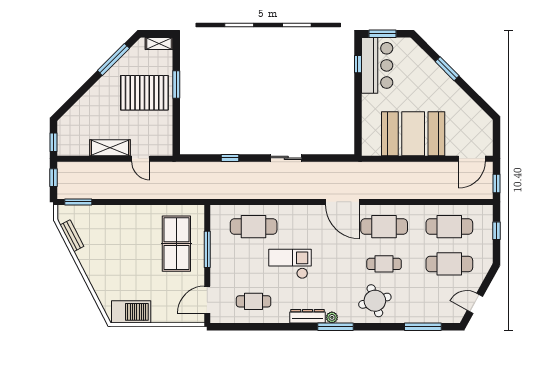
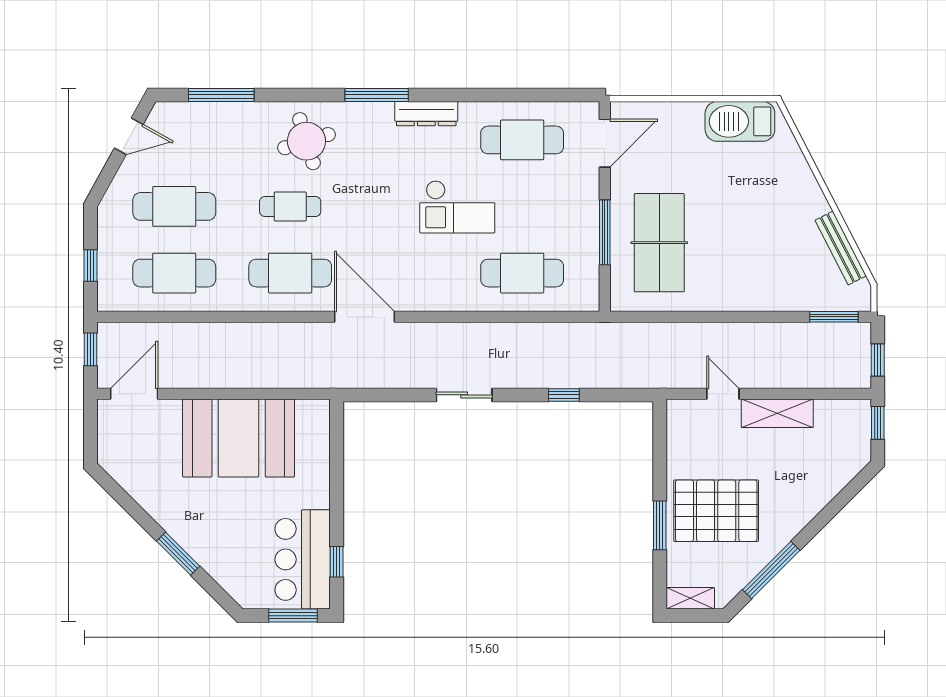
bench: (72, 236) -> (841, 248), width x1.36
cafe table: (254, 301) -> (522, 140), width x1.37, depth x1.35
plant: (332, 317) -> (383, 111), removed

